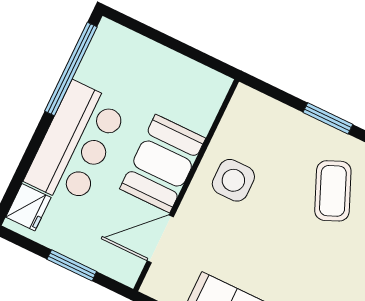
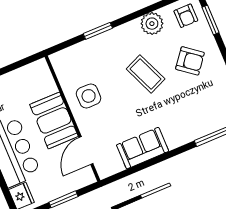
coffee table: (333, 191) -> (146, 74), moved

